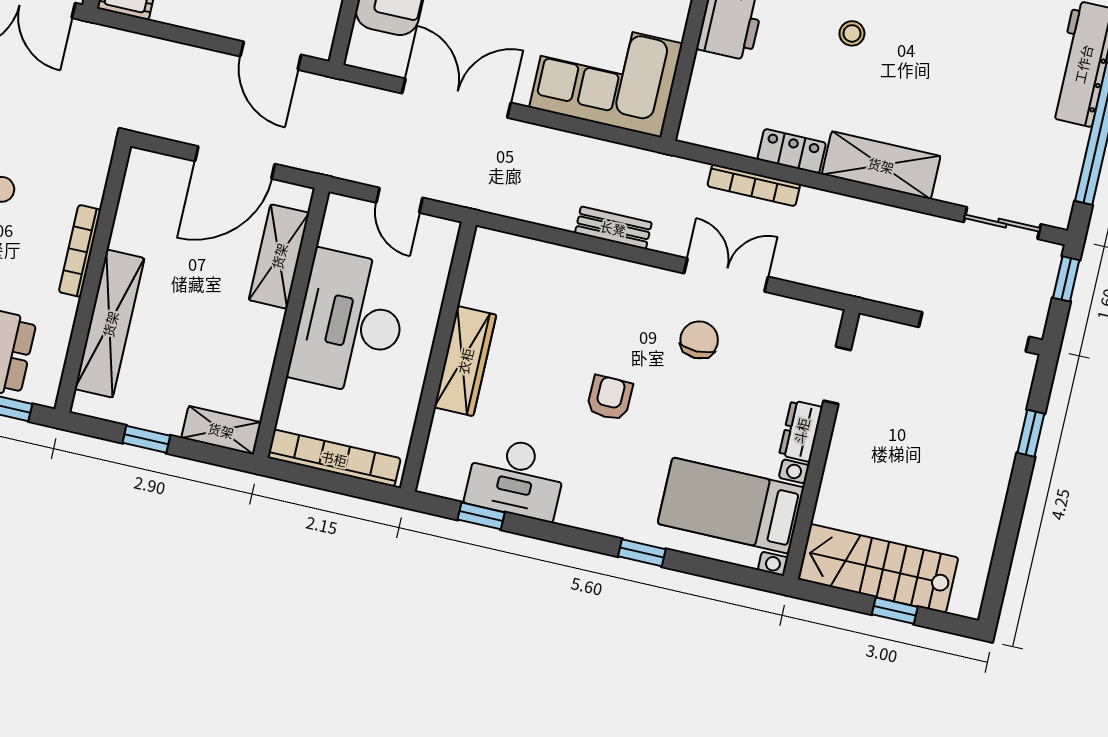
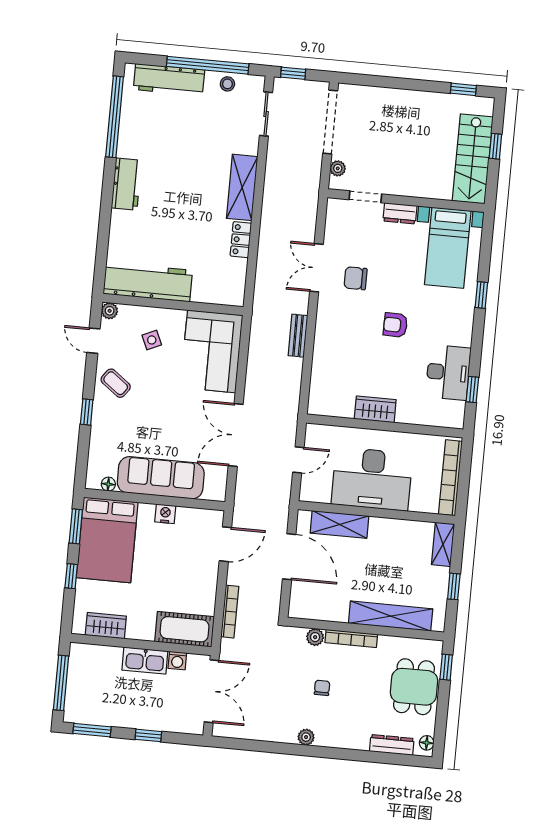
stool: (852, 33) -> (227, 84), moved
bookcase: (754, 185) -> (230, 612), moved
plant: (90, 189) -> (315, 637), added
plant: (892, 334) -> (338, 168), added
wardrobe: (465, 361) -> (375, 409), width x0.67
window: (1031, 433) -> (463, 89), moved

